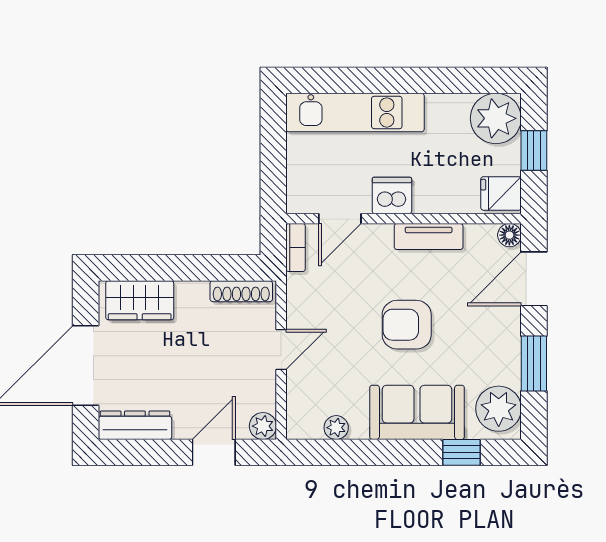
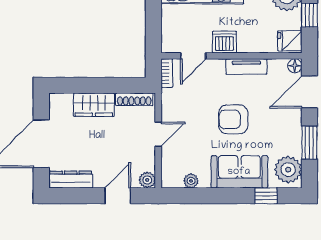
wardrobe: (140, 300) -> (94, 105), moved

